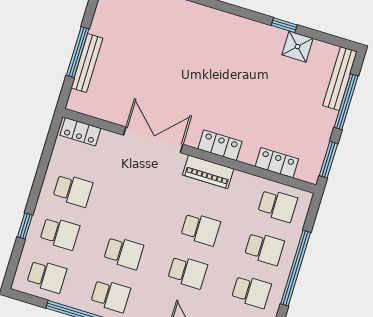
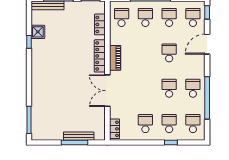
locker: (220, 145) -> (100, 56), width x1.53
school desk: (201, 229) -> (145, 53), removed

